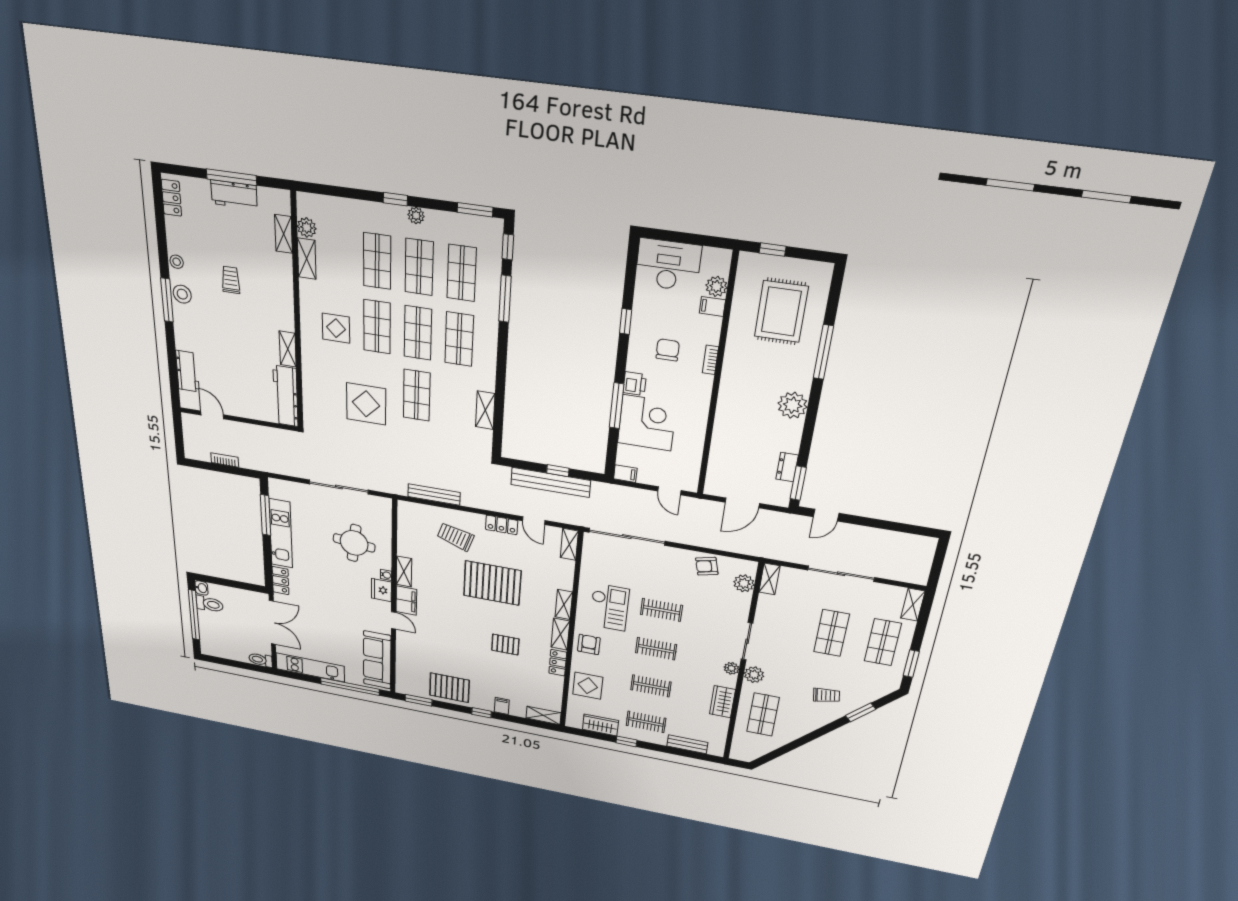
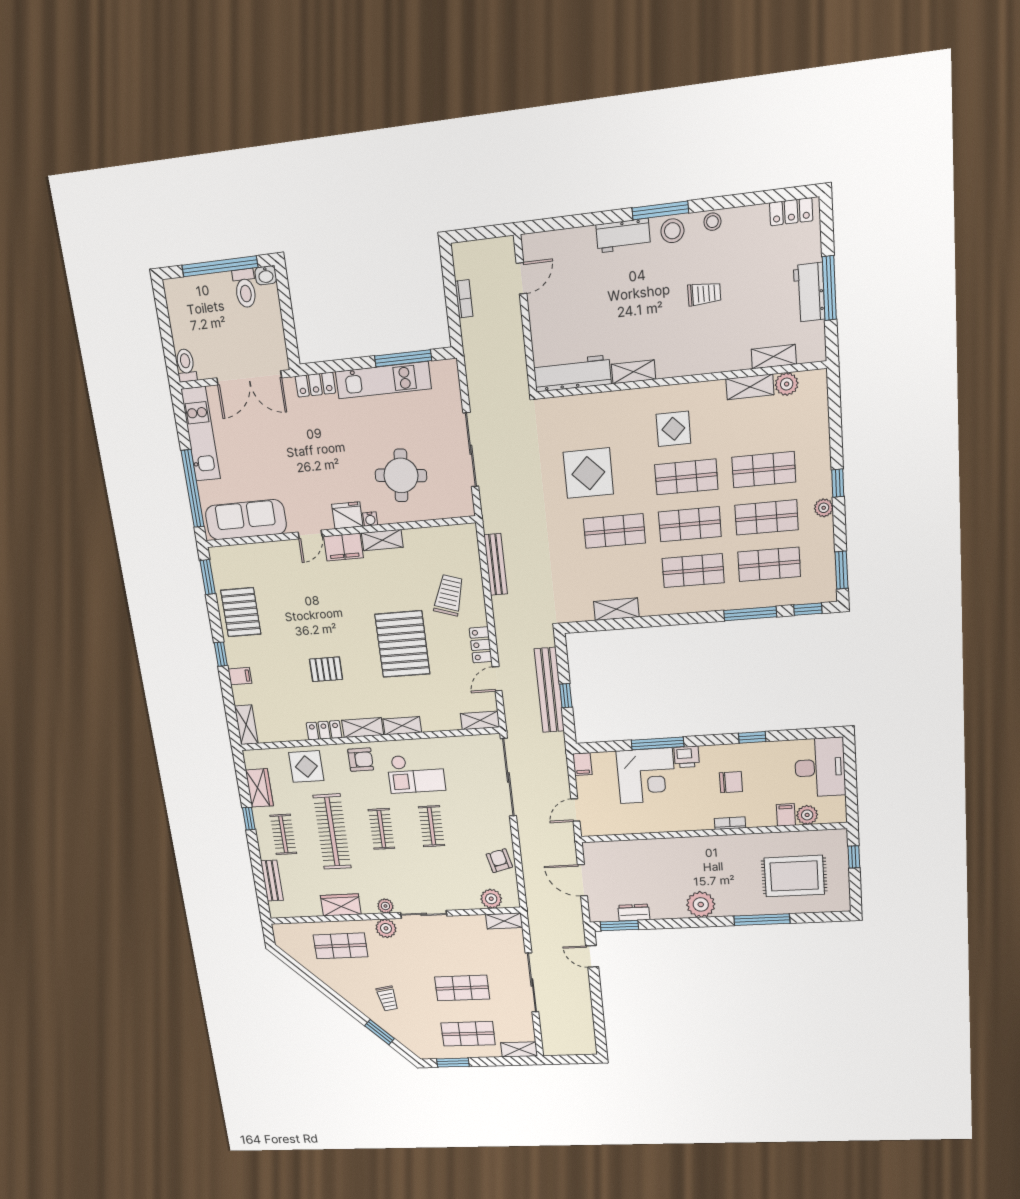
workbench: (187, 371) -> (623, 236), moved
pallet: (505, 645) -> (326, 669), turned 90
clothes rail: (651, 686) -> (332, 832), width x1.86, depth x1.31

